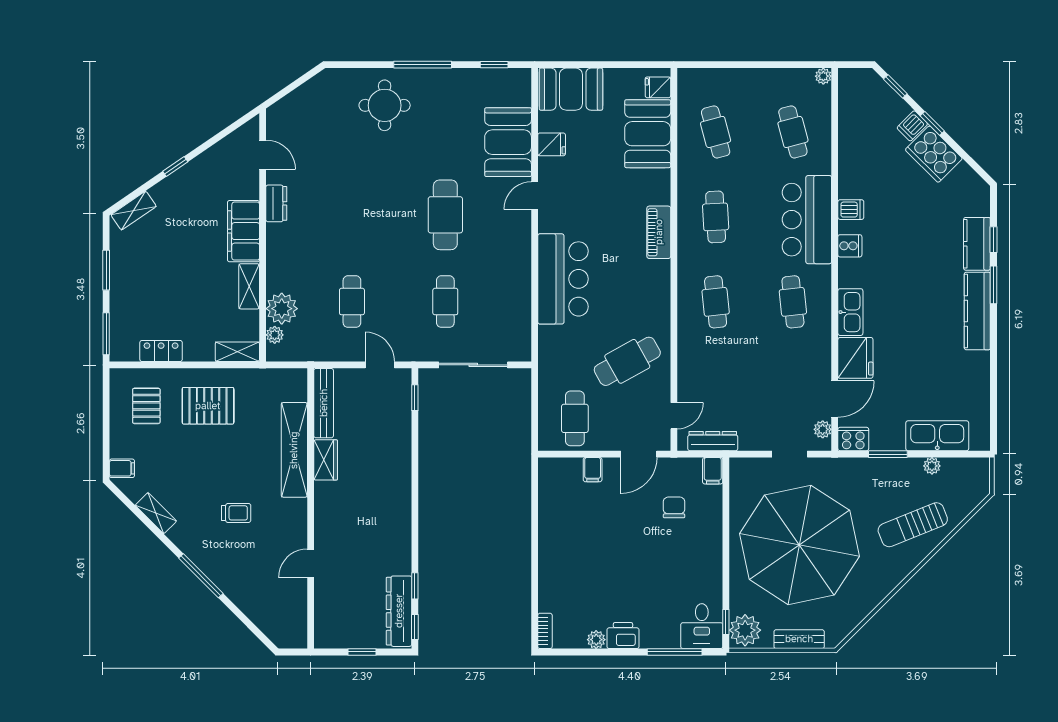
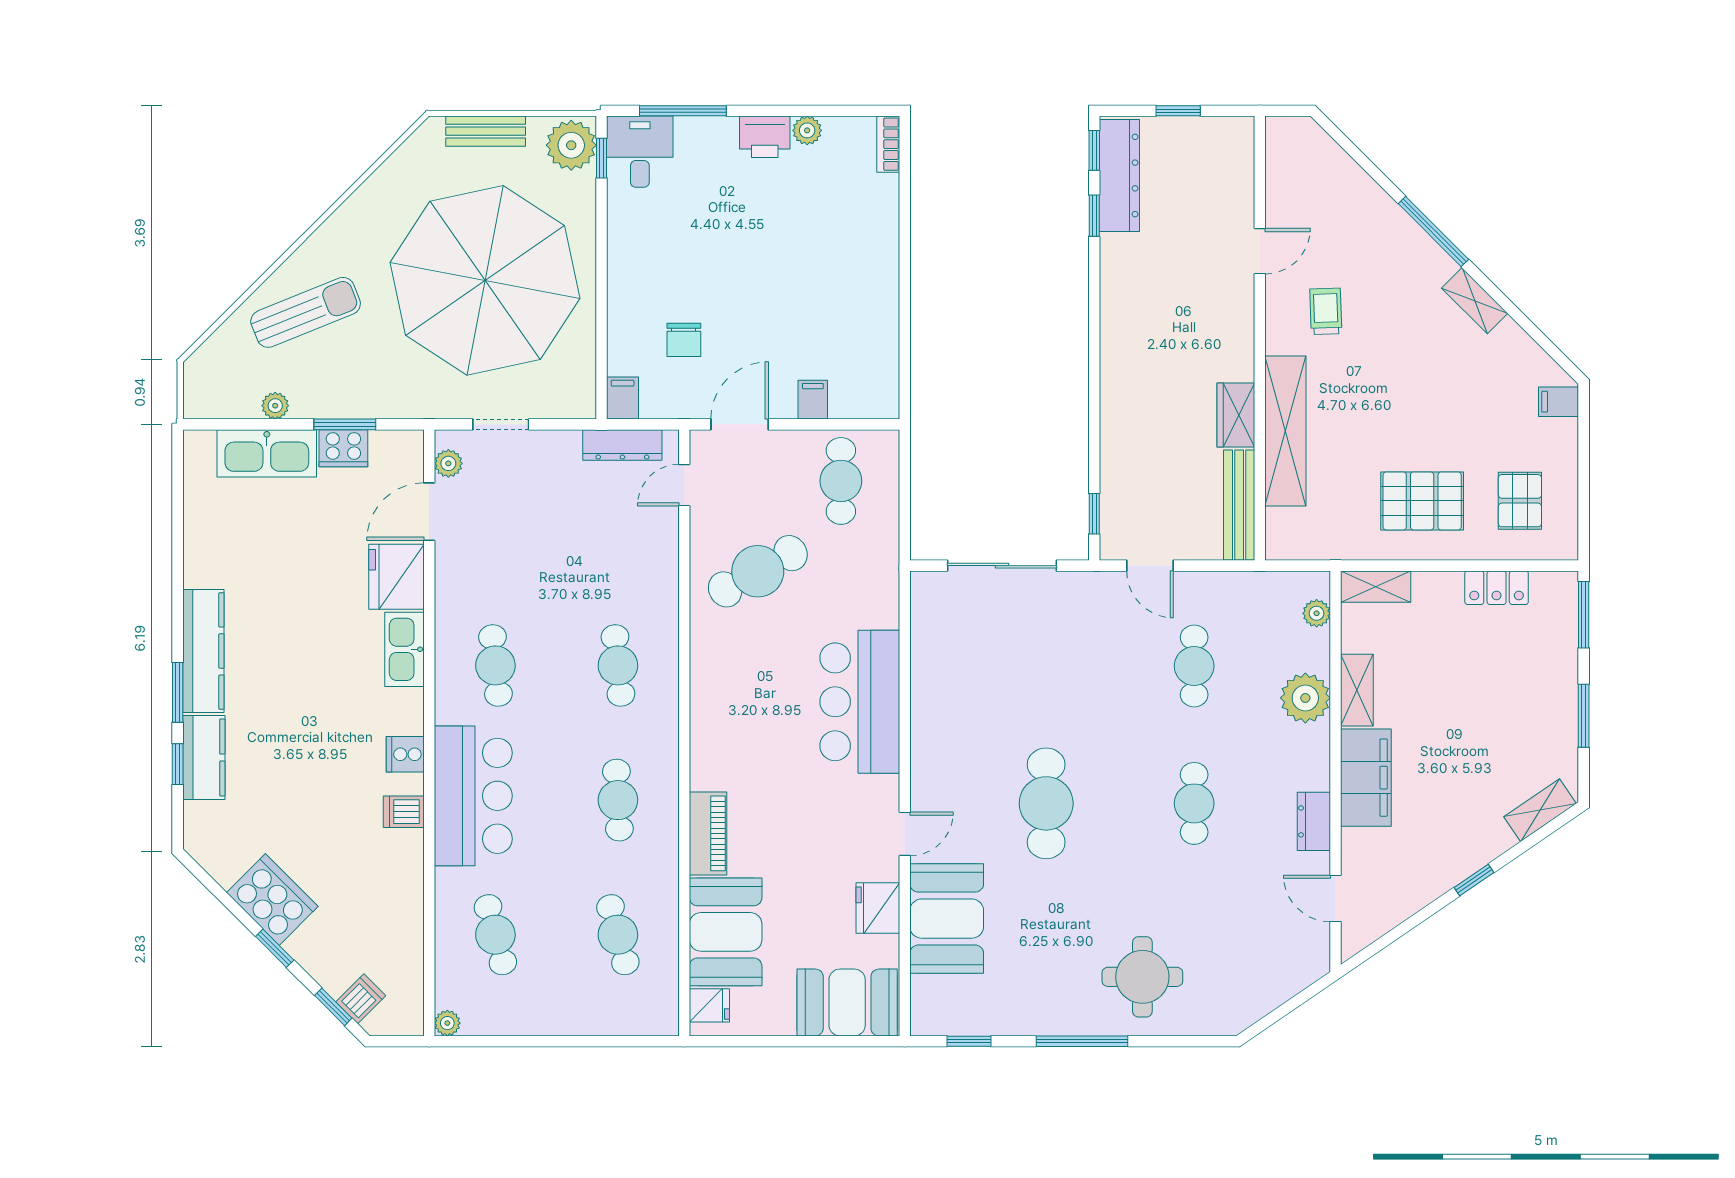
dishwasher: (912, 126) -> (361, 999), moved
fridge: (552, 144) -> (878, 908), width x1.38
piano: (659, 232) -> (708, 833), moved
cafe table: (445, 302) -> (1194, 803), moved
plant: (282, 309) -> (1305, 698), moved
cooker: (853, 439) -> (343, 448), moved
shelving: (156, 513) -> (1475, 301), moved
trolley: (236, 513) -> (1326, 311), moved, turned 88

